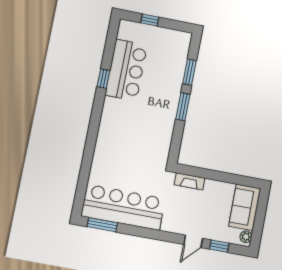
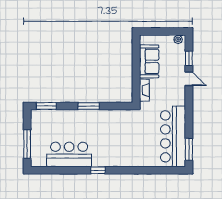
window: (150, 20) -> (27, 144), width x2.17
window: (190, 72) -> (46, 106), moved
window: (103, 79) -> (98, 170), moved
sofa: (245, 207) -> (149, 61), moved, turned -90

